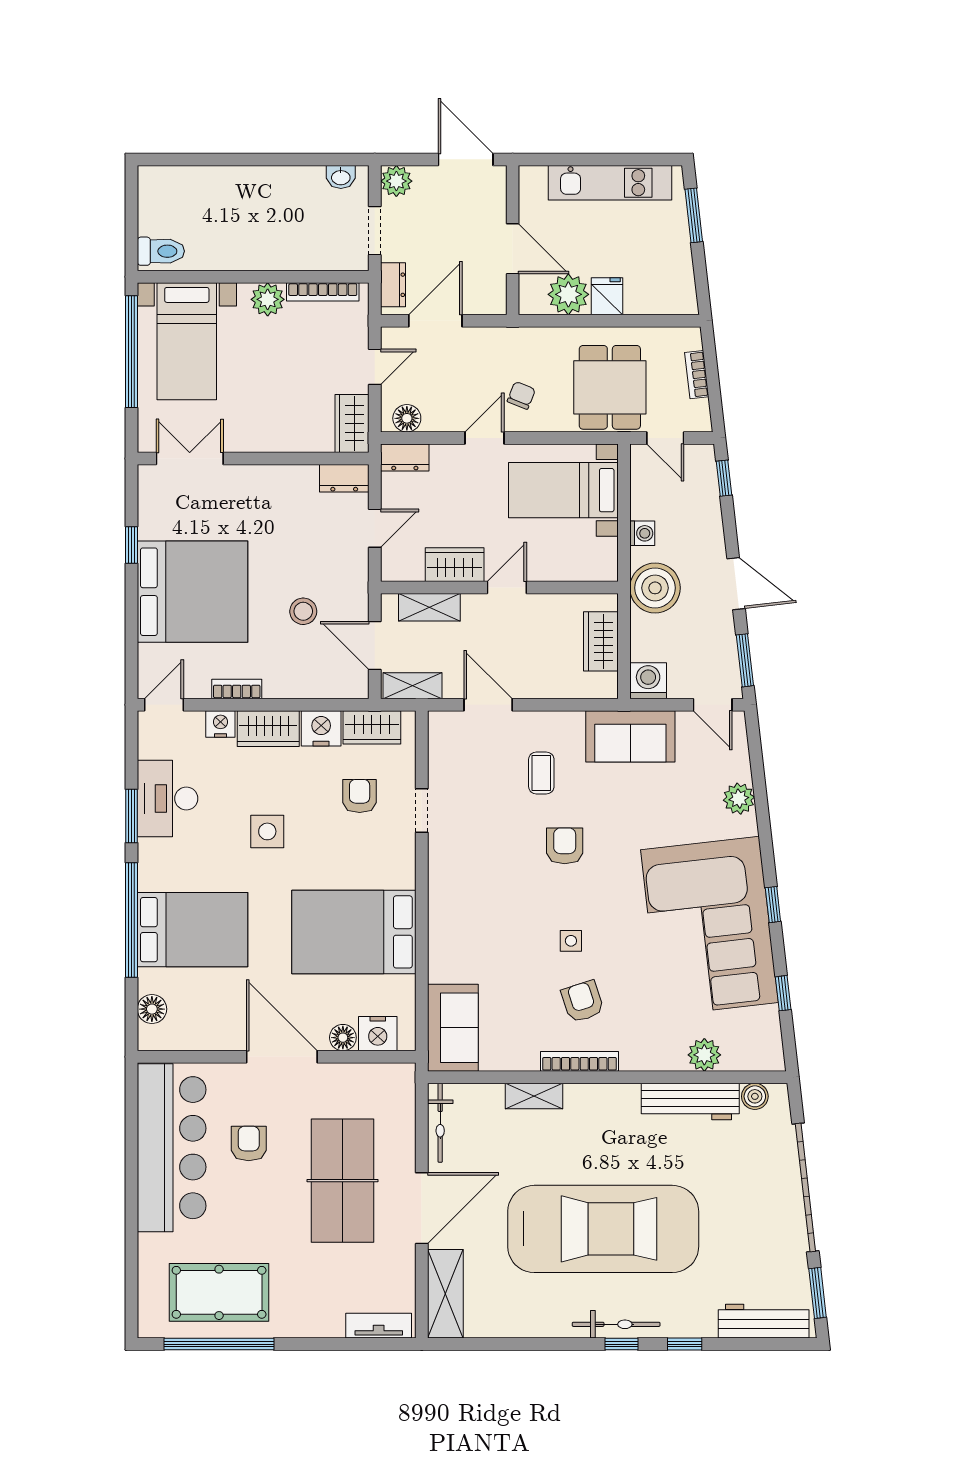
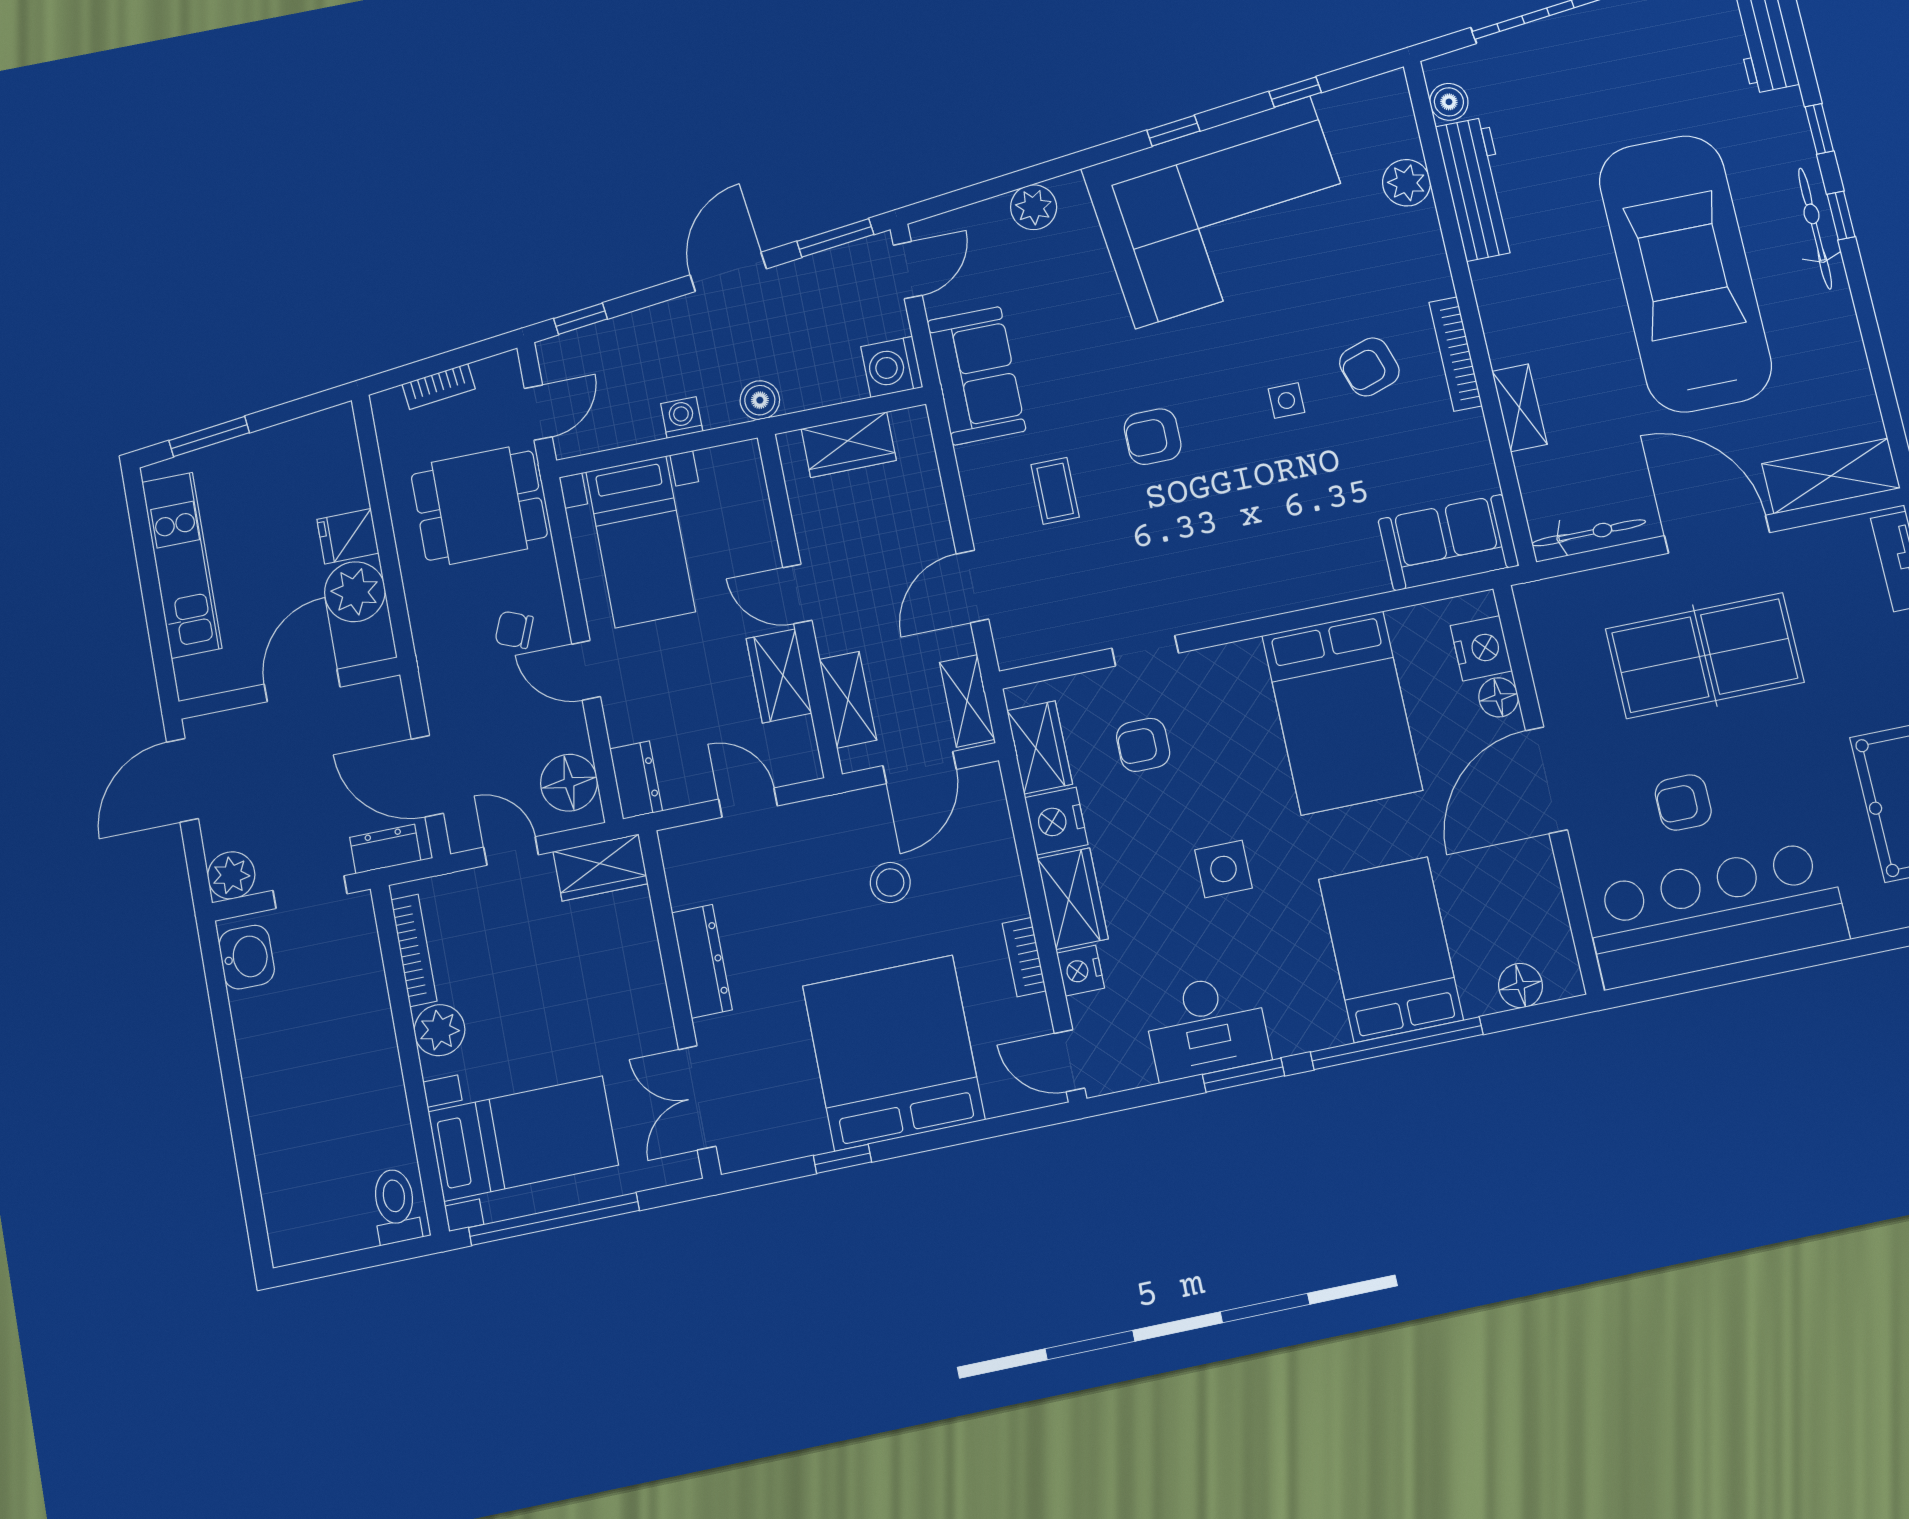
washbasin: (341, 177) -> (247, 957), width x1.38, depth x1.45
floor lamp: (407, 418) -> (569, 783), width x1.38, depth x1.38
dresser: (344, 478) -> (702, 961), moved, width x1.44
boiler: (655, 588) -> (760, 400), width x0.54, depth x0.54
coffee table: (541, 773) -> (1055, 491), turned 90

